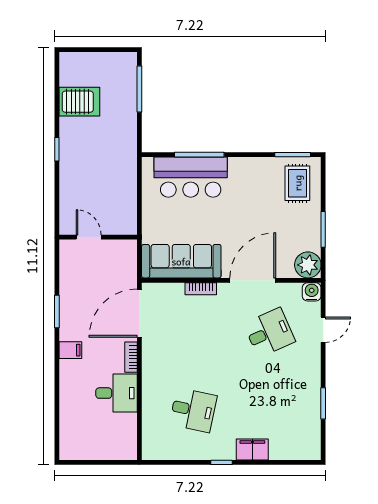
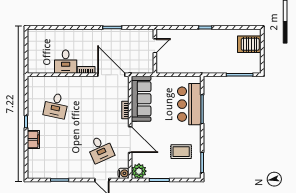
server rack: (79, 102) -> (249, 44), moved, turned 90
rug: (297, 183) -> (181, 152), moved
filing cabinet: (70, 350) -> (90, 35), removed

